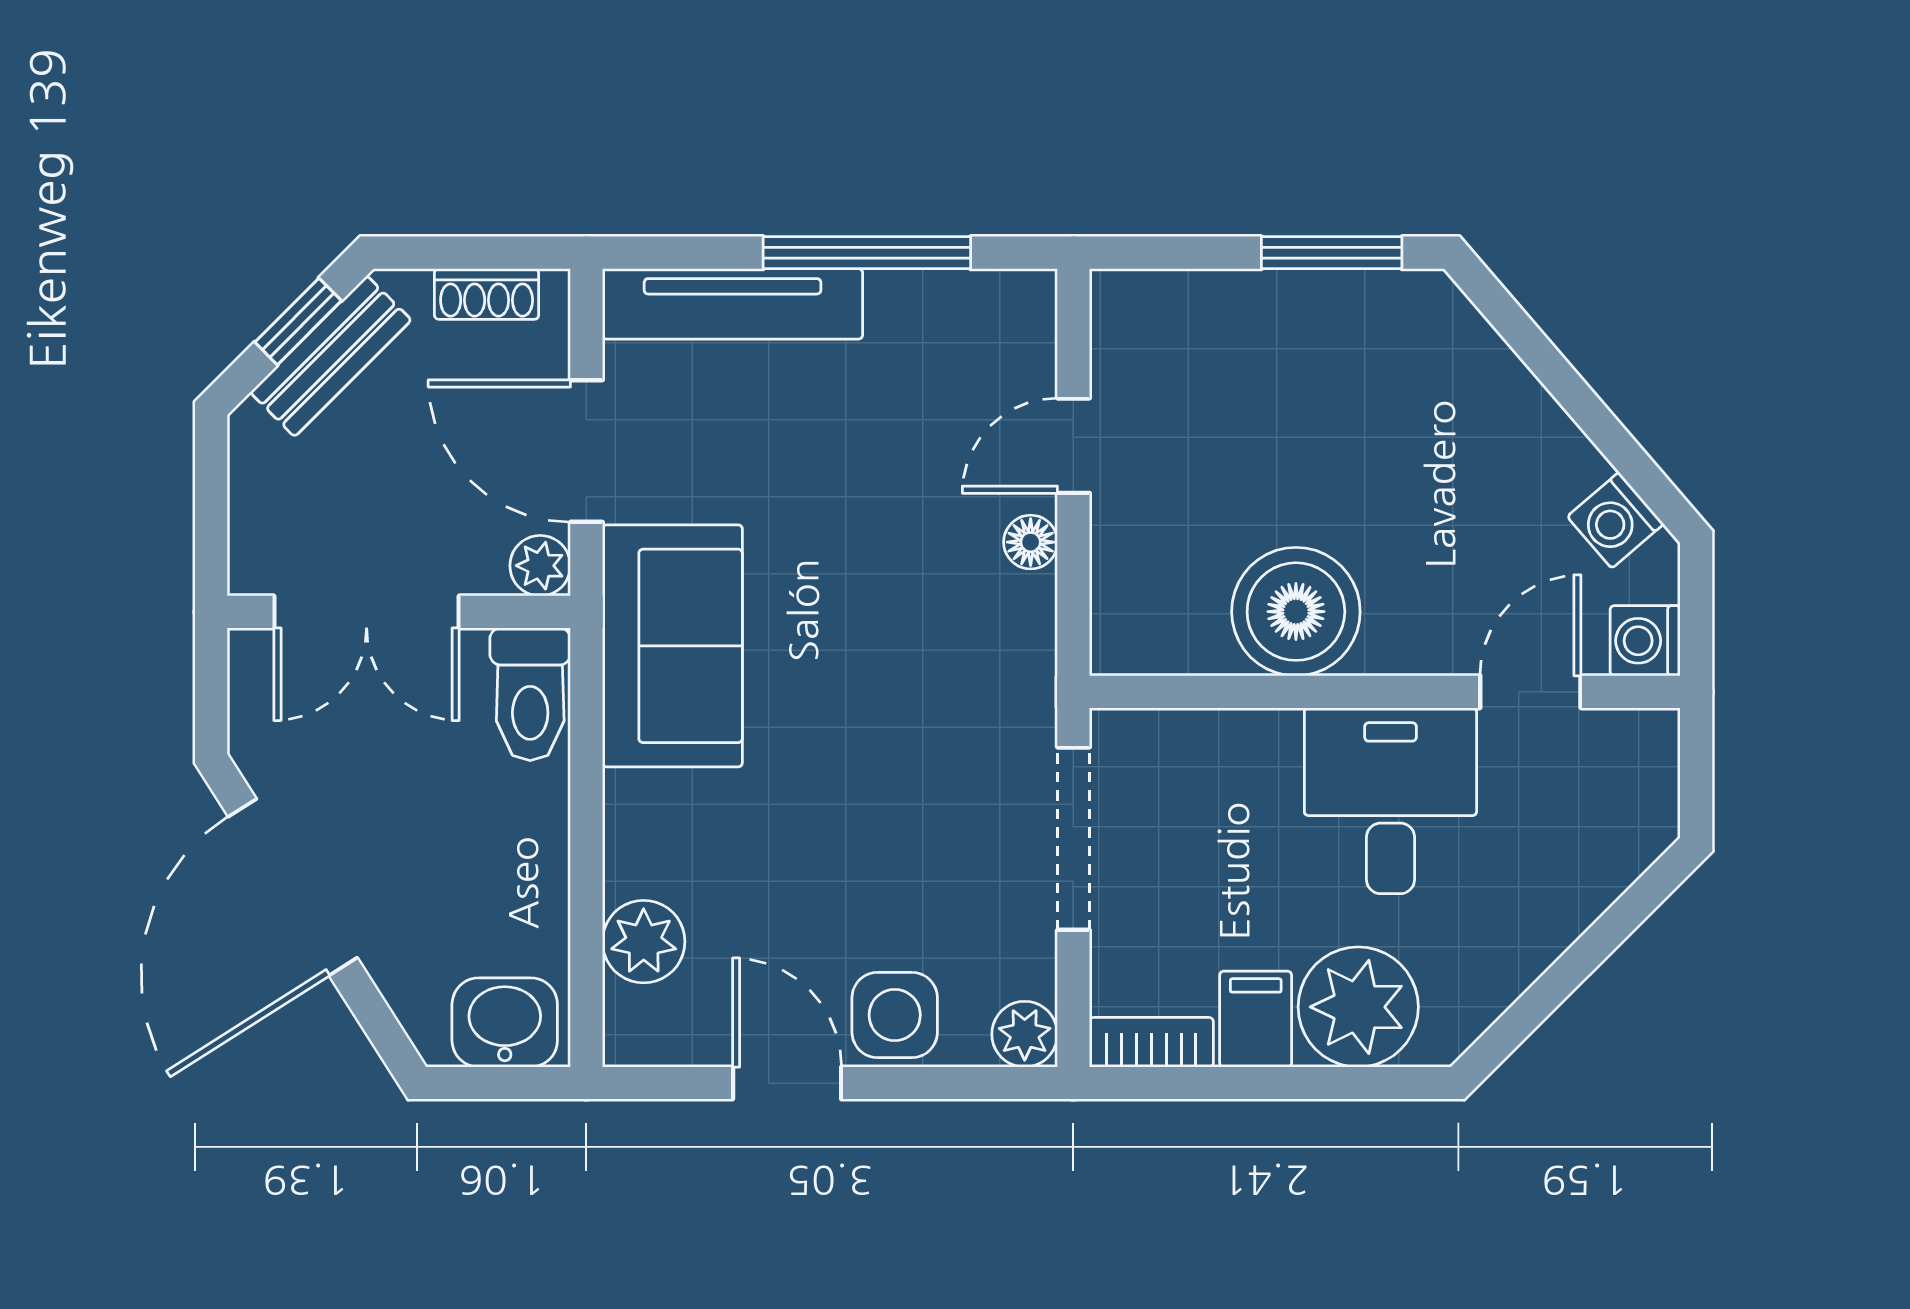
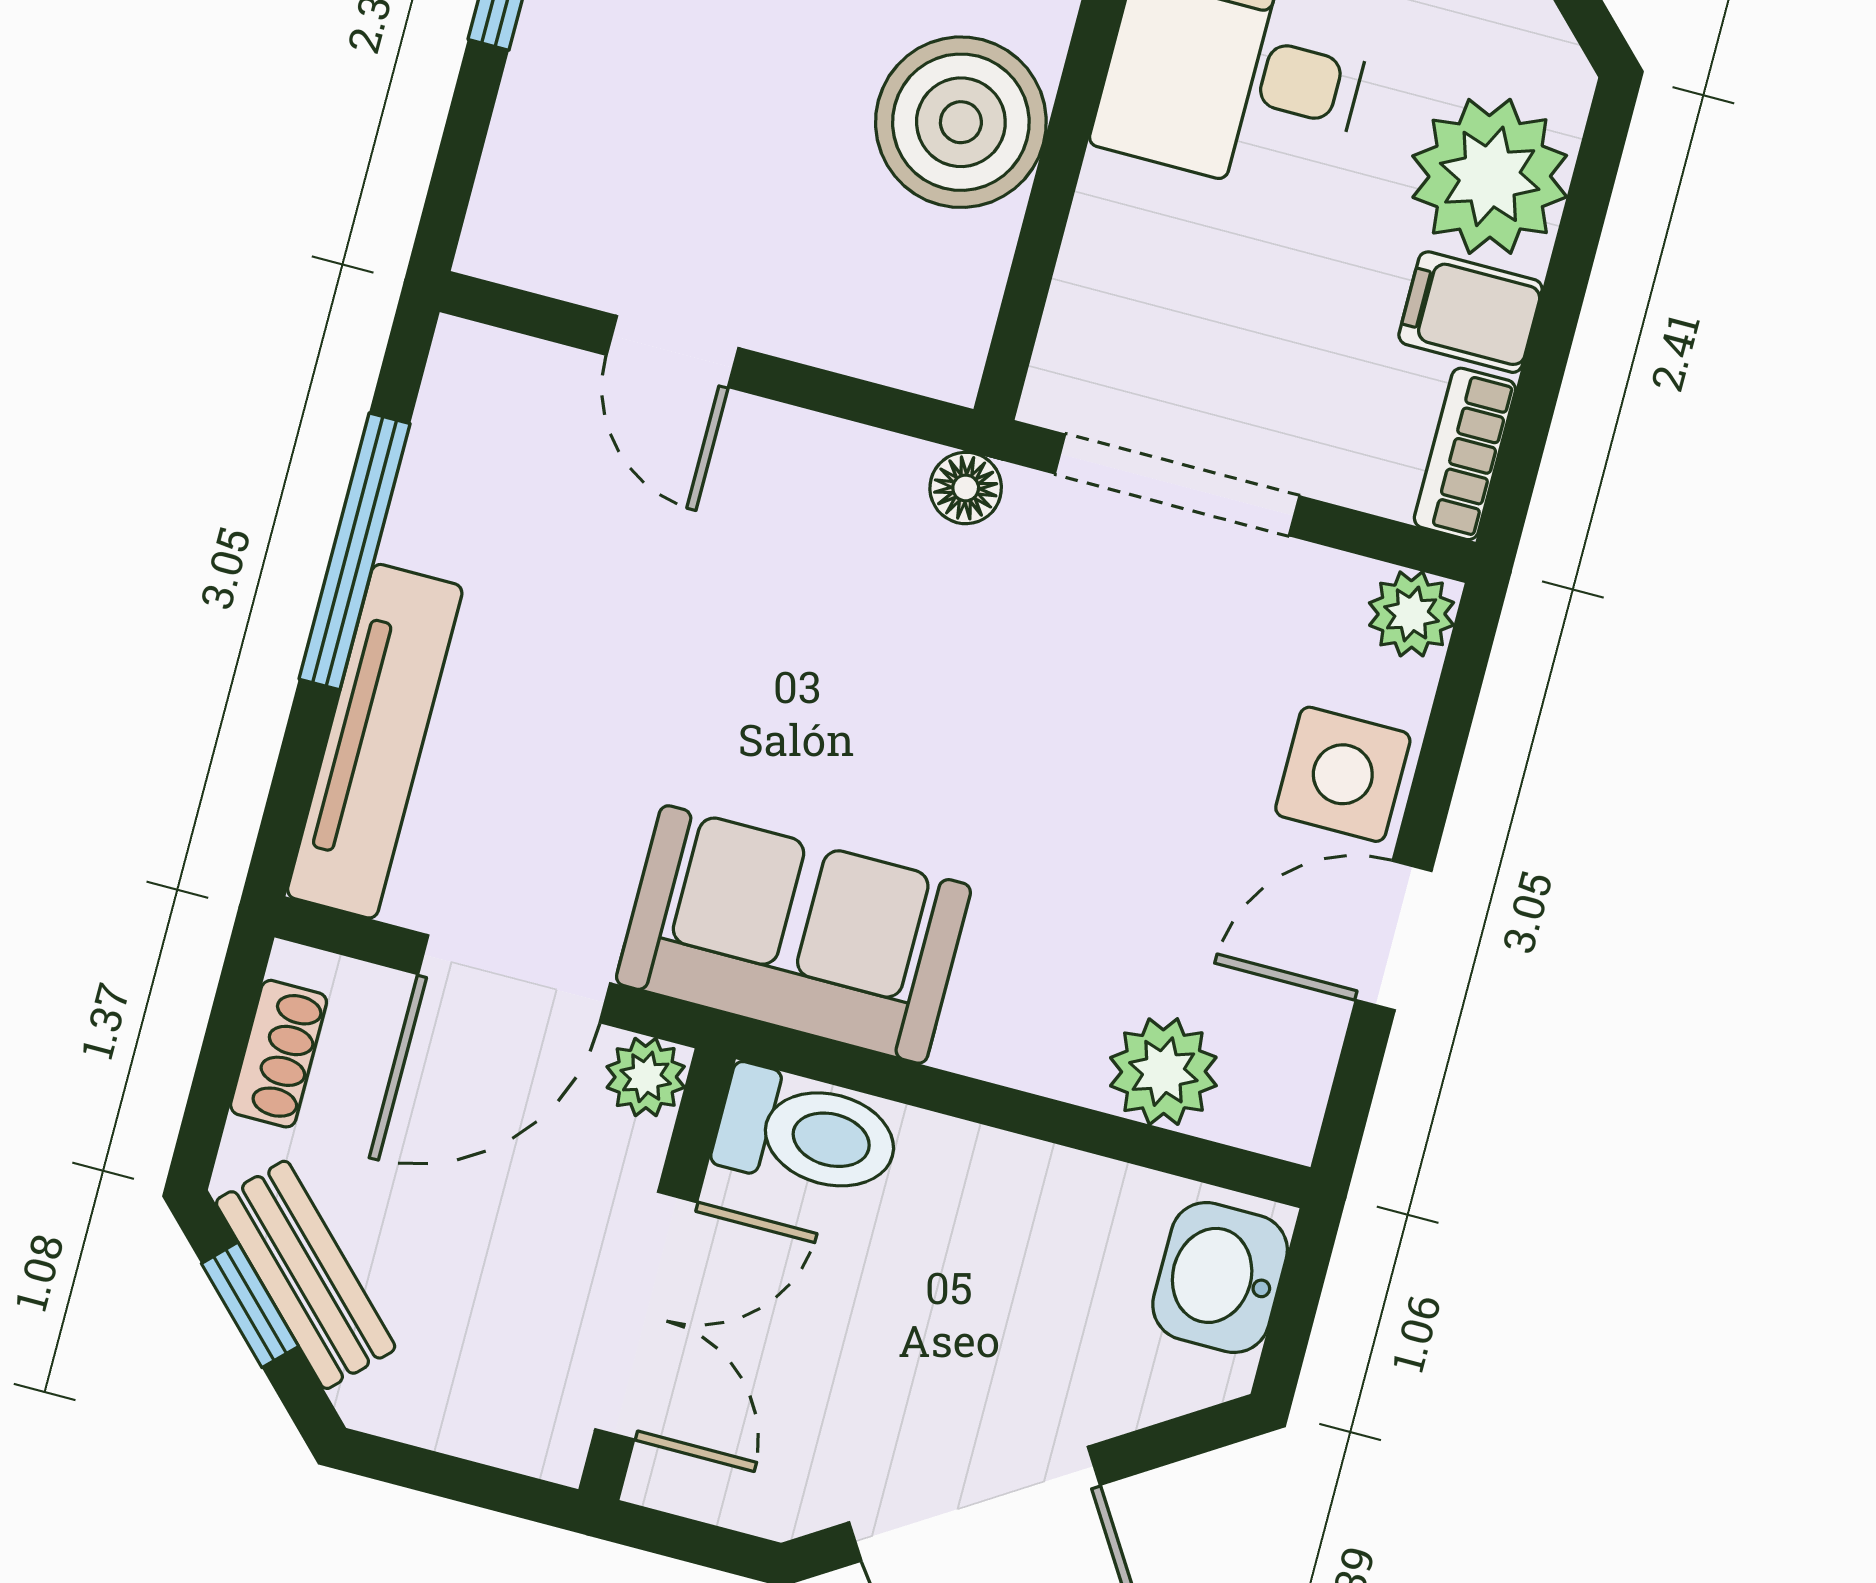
floor lamp: (1031, 542) -> (966, 488), moved

